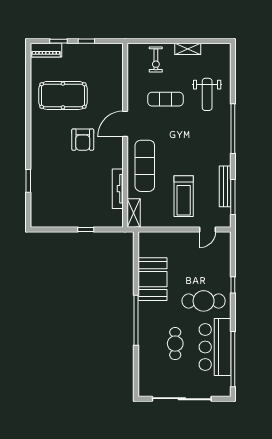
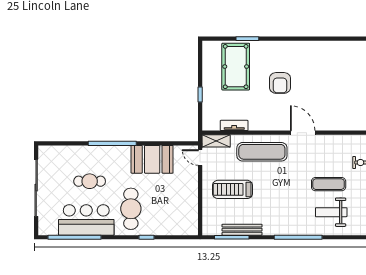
pool table: (63, 95) -> (236, 67), moved
exercise mat: (165, 99) -> (329, 184), moved, turned 90
armchair: (83, 140) -> (280, 83), moved, turned -90
tv unit: (118, 189) -> (234, 125), width x0.71
door: (207, 230) -> (200, 157), moved

